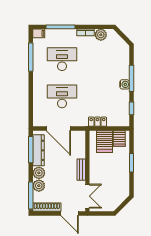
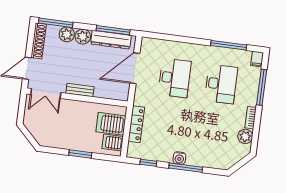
locker: (97, 122) -> (136, 124), width x1.53

